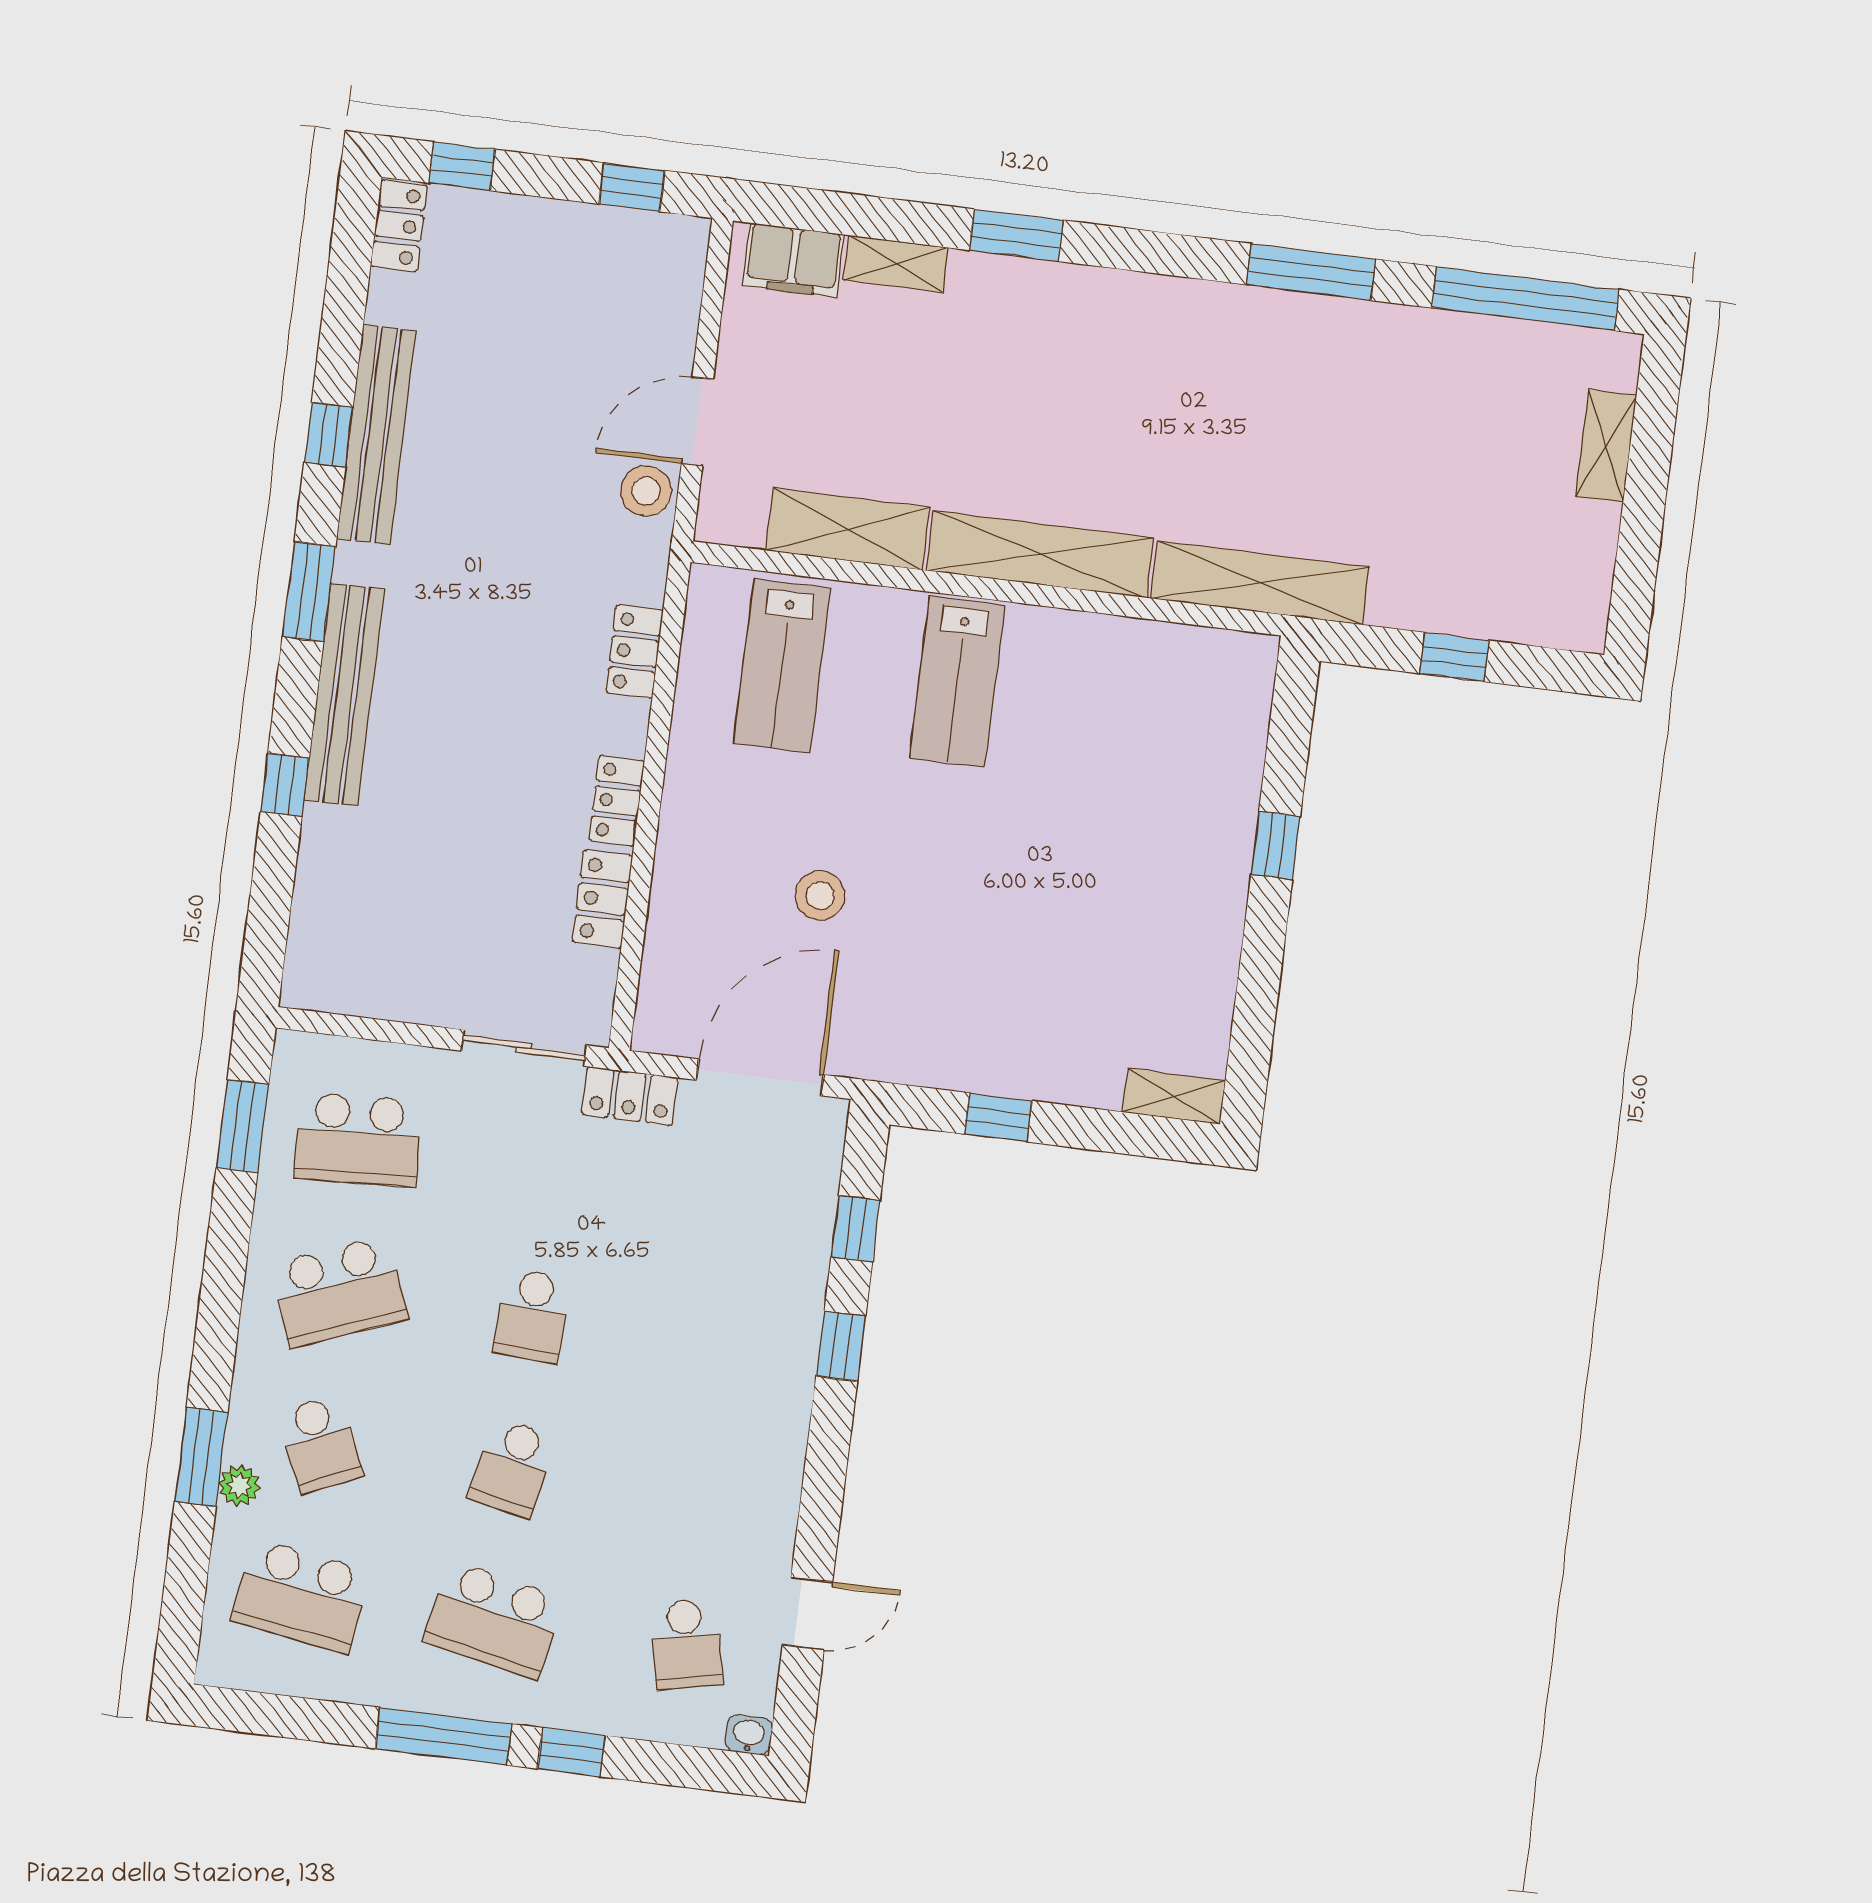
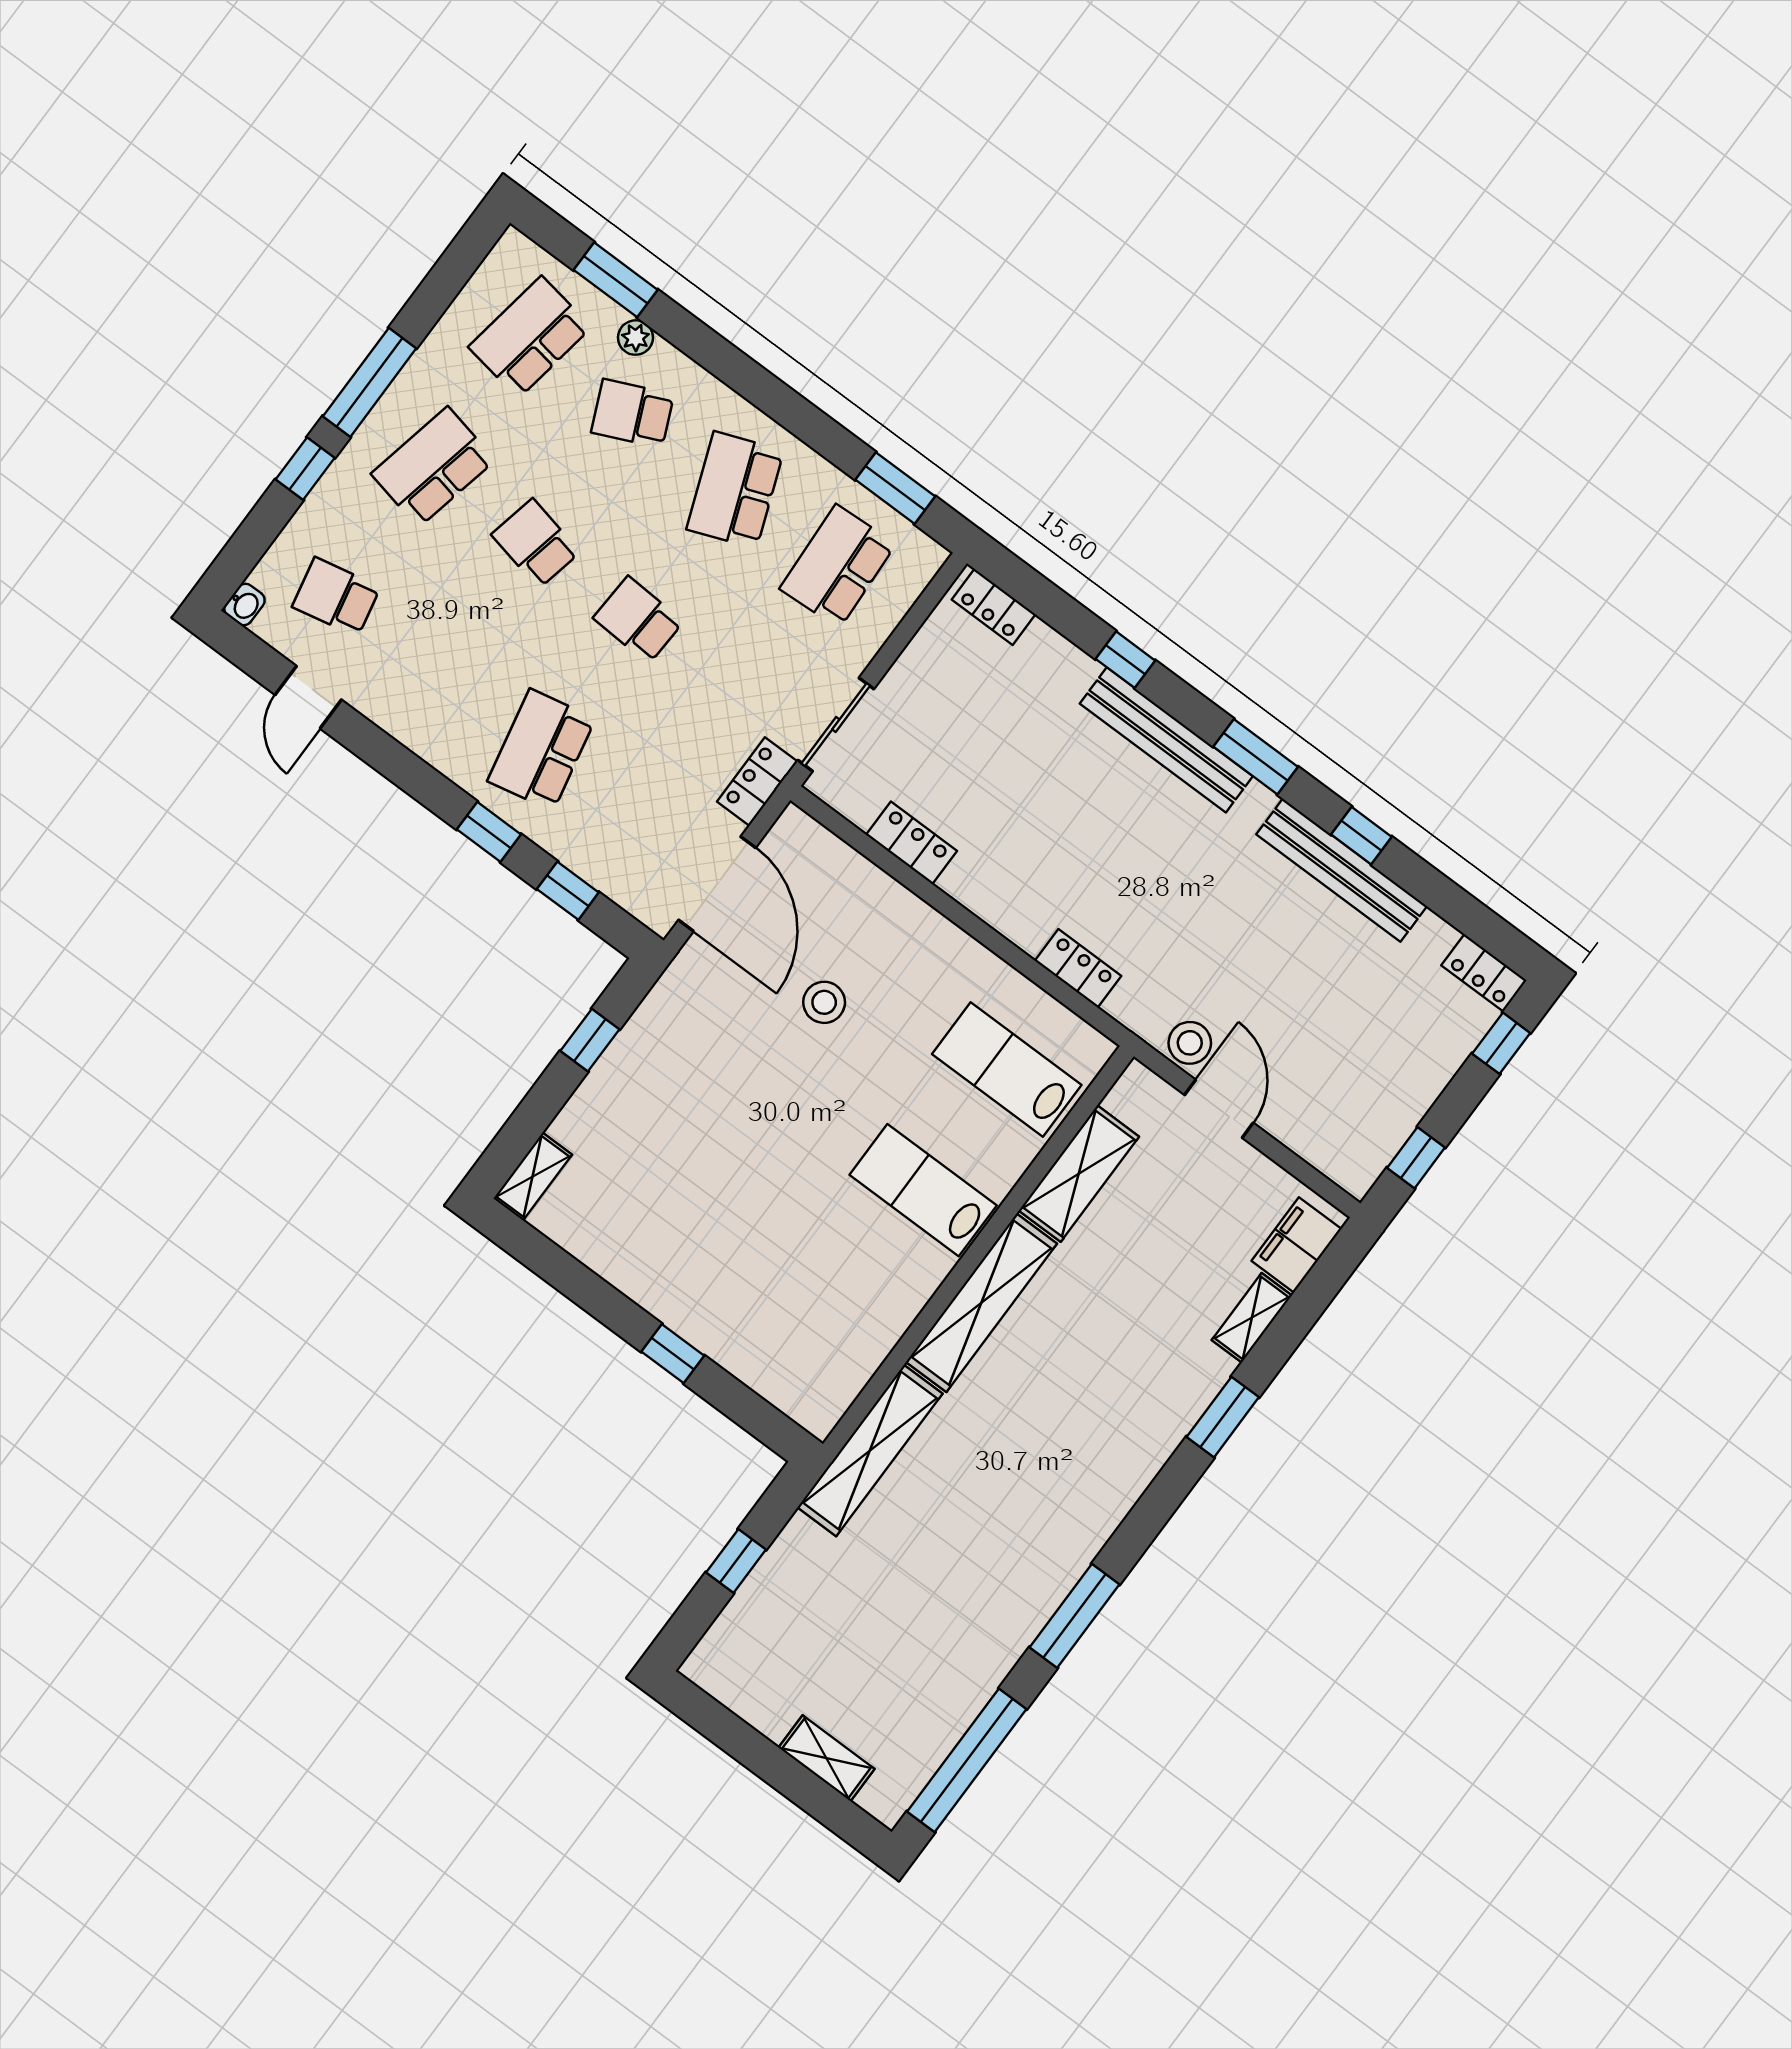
locker: (617, 801) -> (994, 607), moved, turned 180
school desk: (724, 1340) -> (541, 750), added
window: (201, 1457) -> (616, 280), moved

